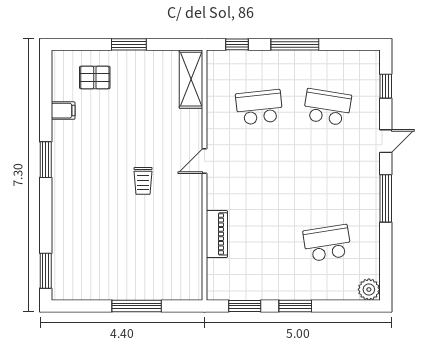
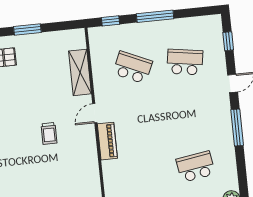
shelving: (191, 79) -> (80, 72), moved
school desk: (259, 107) -> (133, 67), turned 30
piano: (217, 234) -> (107, 141), moved

